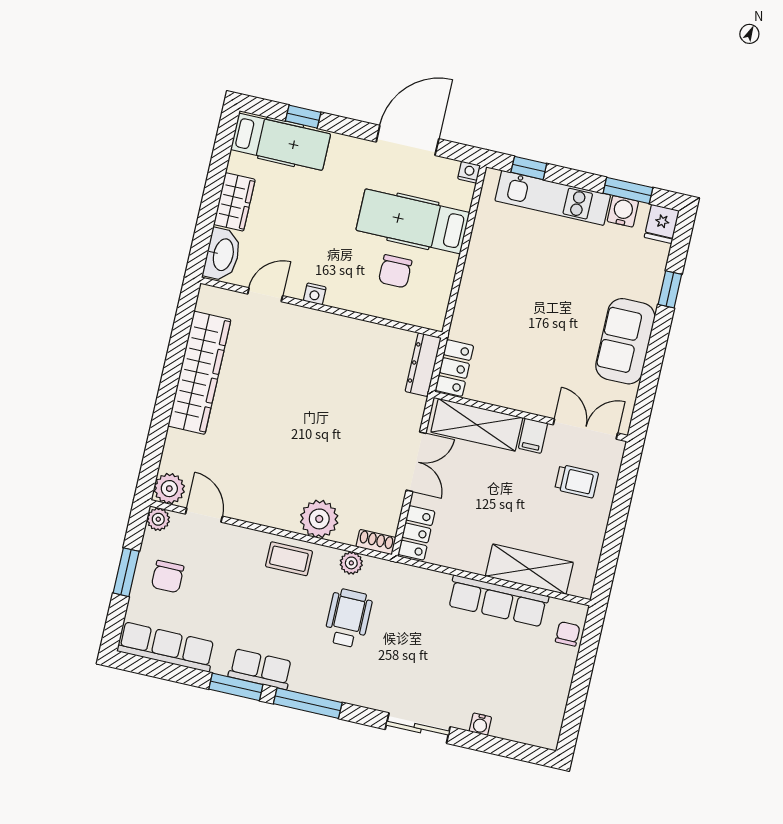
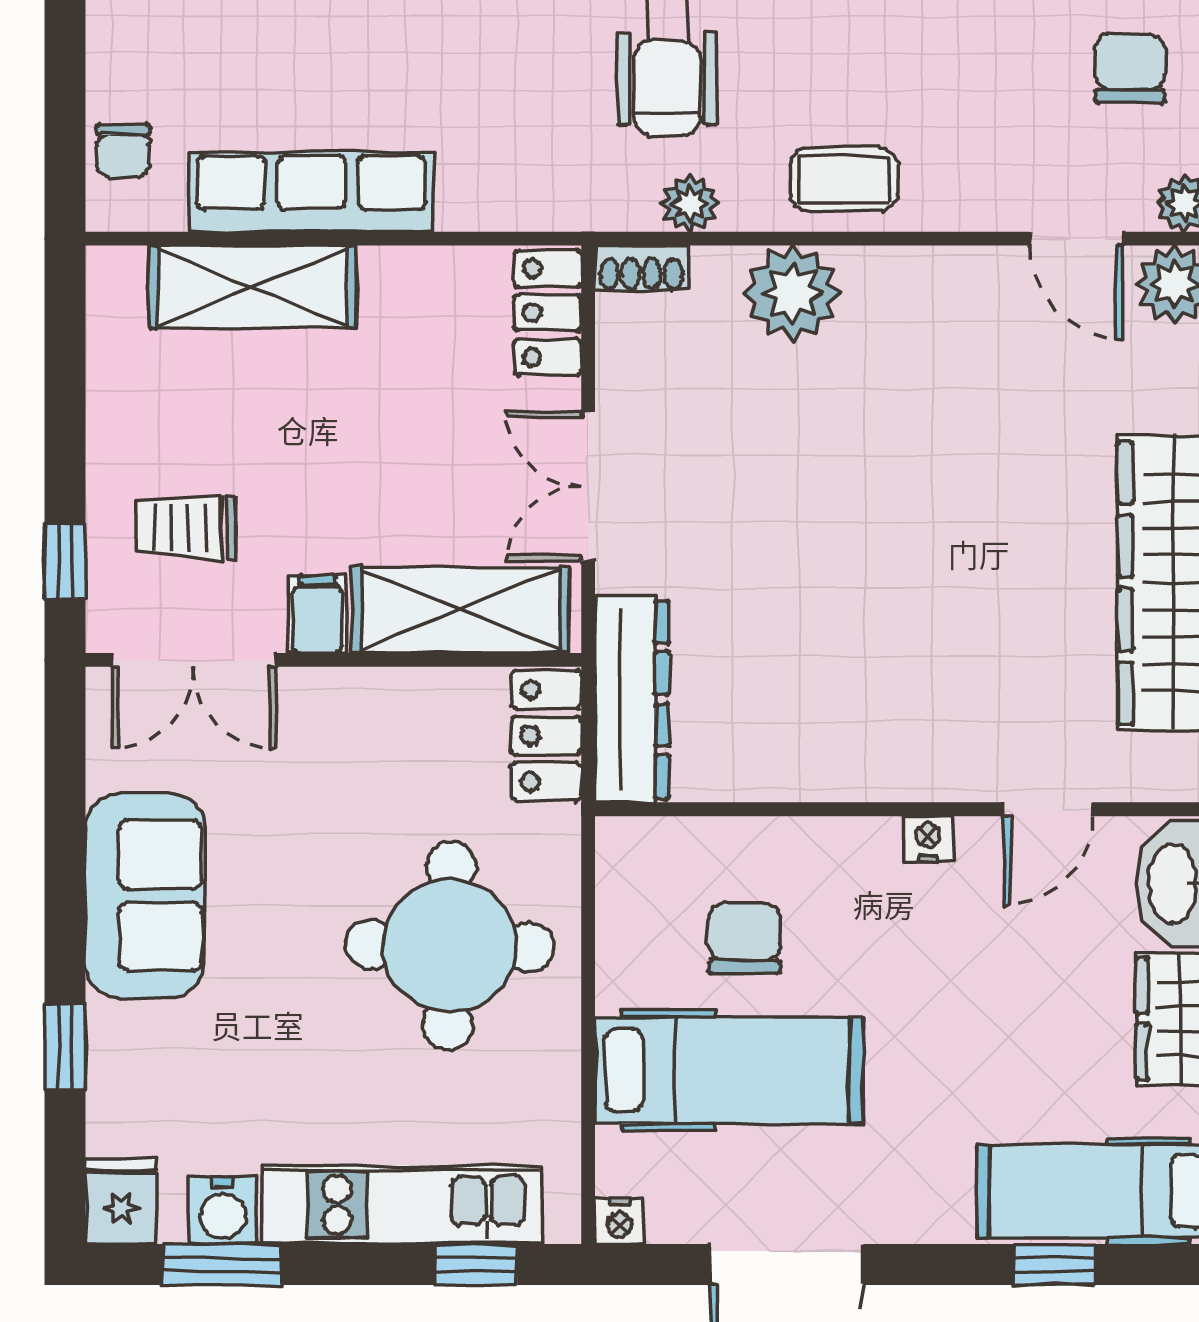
round table: (511, 295) -> (450, 946), added
dresser: (423, 365) -> (632, 699), width x1.37, depth x1.24
window: (627, 479) -> (65, 561), added

